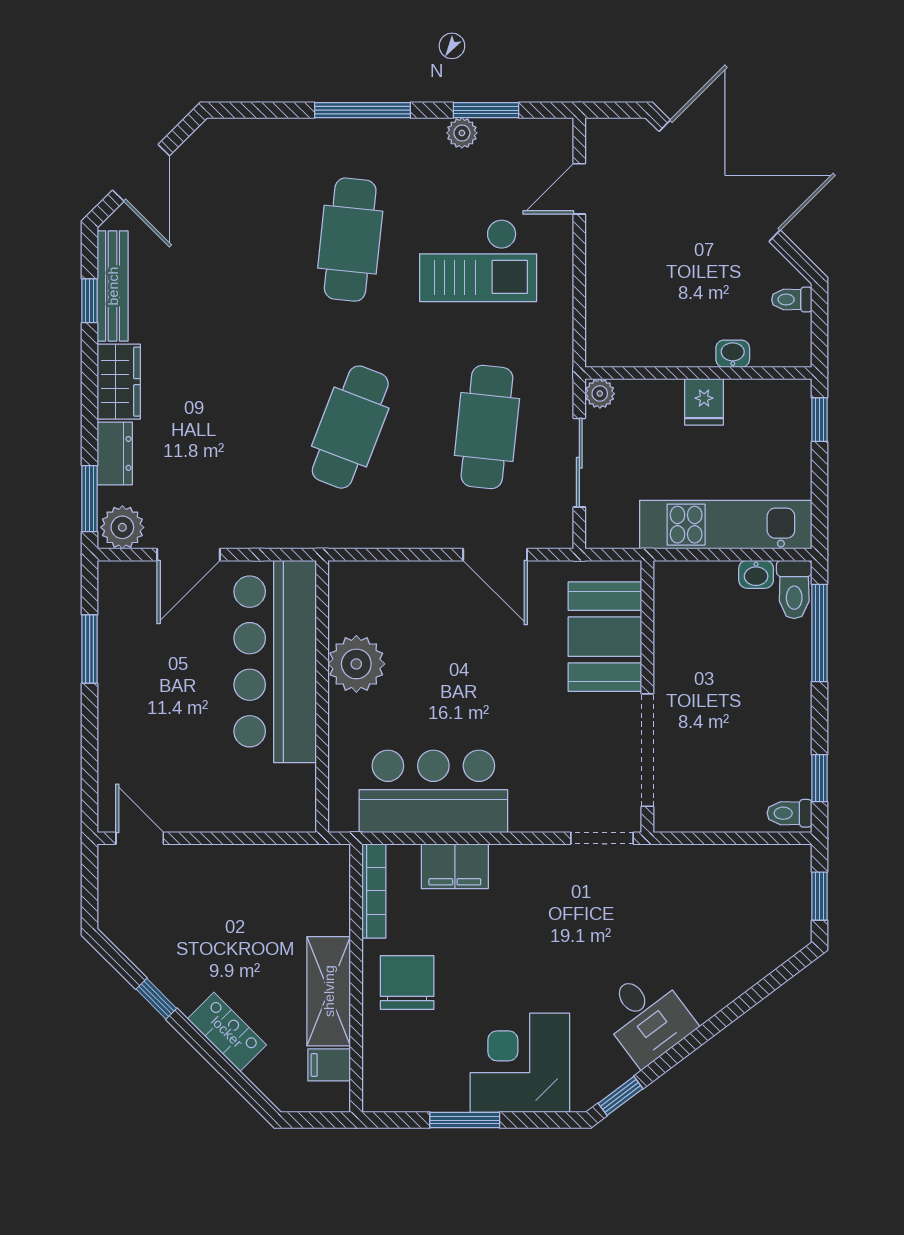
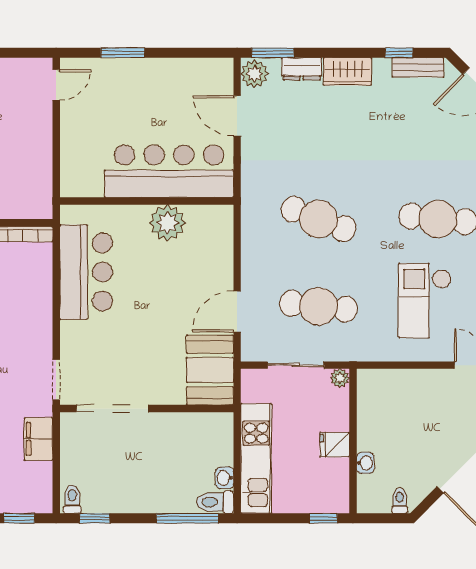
bench: (113, 286) -> (418, 67), width x0.73
booth: (605, 637) -> (210, 370), moved, turned 90
window: (90, 649) -> (123, 53), moved
filing cabinet: (455, 866) -> (38, 439), moved

